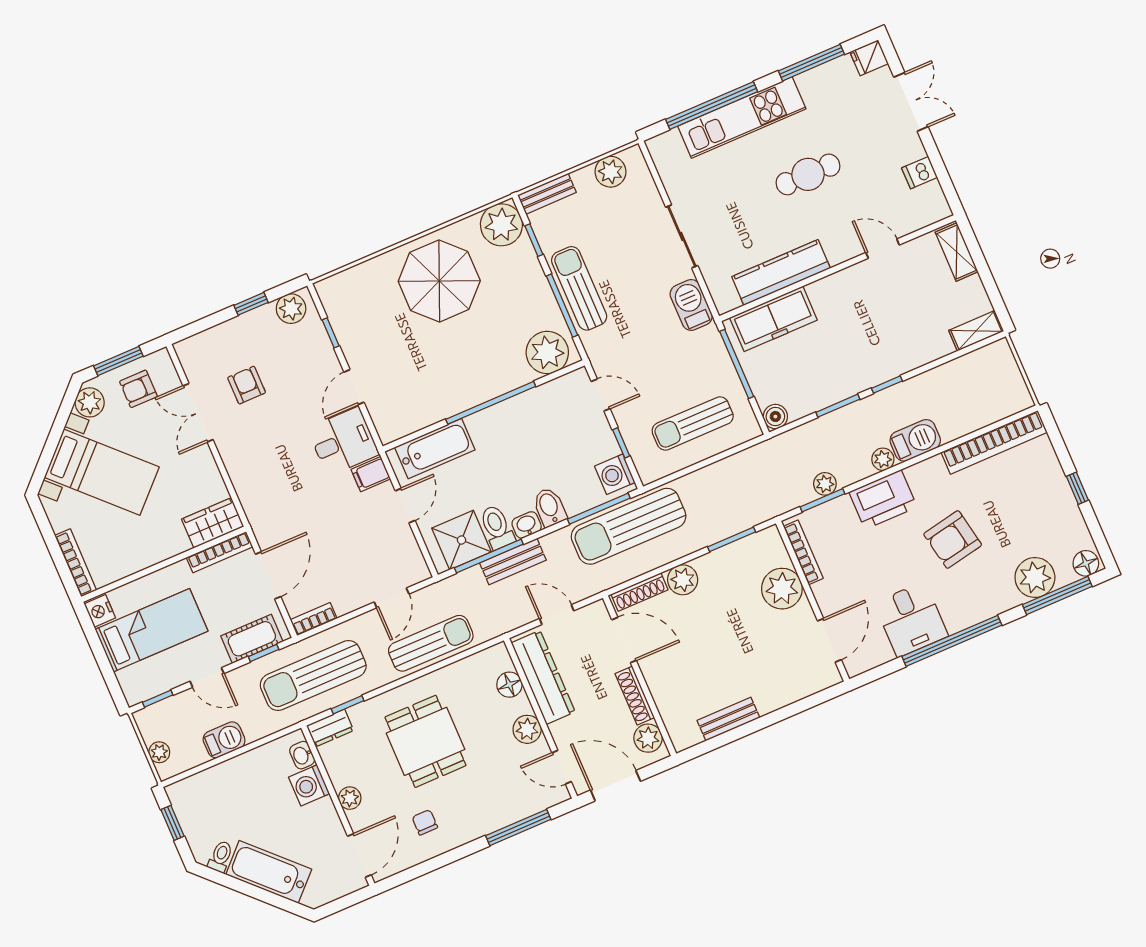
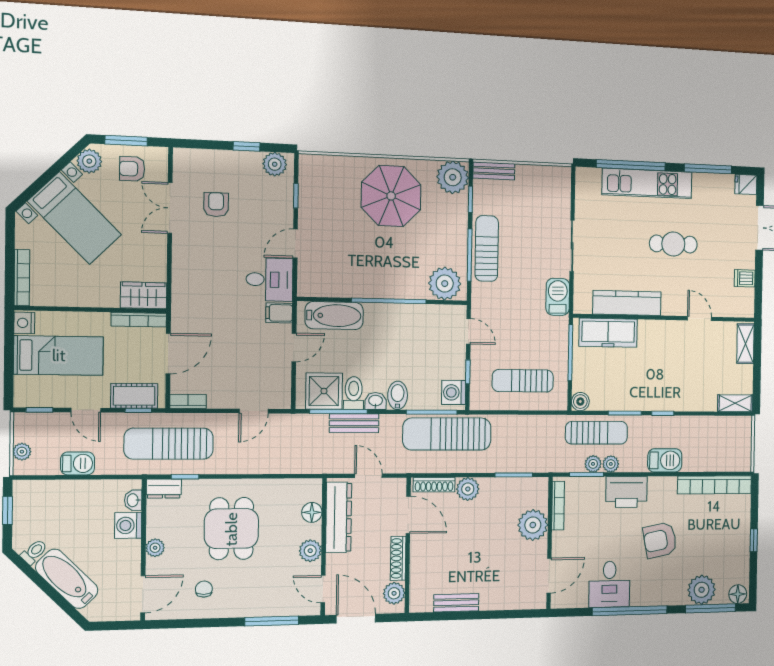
plant: (610, 172) -> (544, 177), removed
plant: (883, 459) -> (611, 464), moved
sun lounger: (431, 643) -> (596, 433), moved

